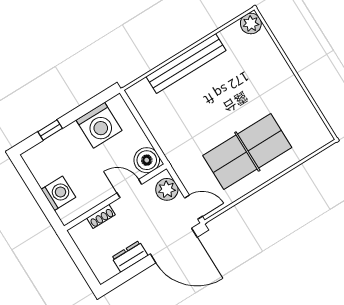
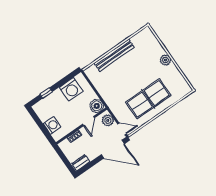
plant: (251, 24) -> (165, 60), moved
door: (129, 189) -> (89, 121), swing flipped
dresser: (130, 256) -> (81, 163), moved

